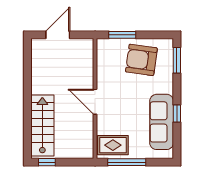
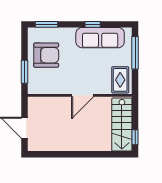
armchair: (141, 60) -> (46, 55), turned -98
stairs: (42, 126) -> (122, 125), moved, turned -90
window: (127, 162) -> (135, 53), moved

